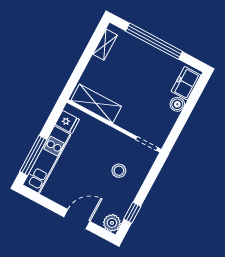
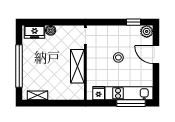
shelving: (96, 103) -> (77, 66), moved
stool: (119, 171) -> (118, 57), moved

